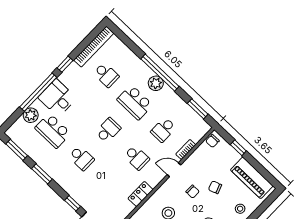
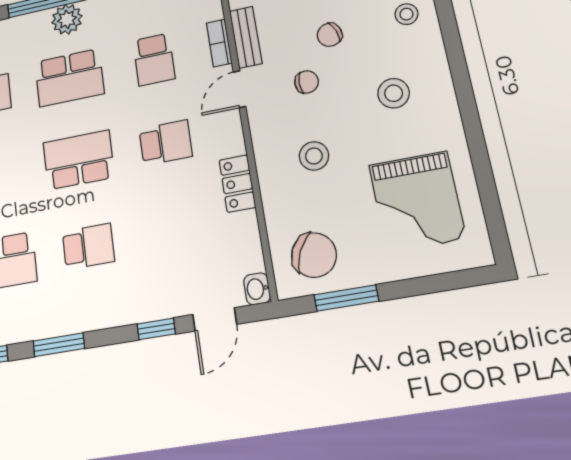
school desk: (108, 130) -> (79, 160), width x1.85
bench: (194, 158) -> (246, 37), added

